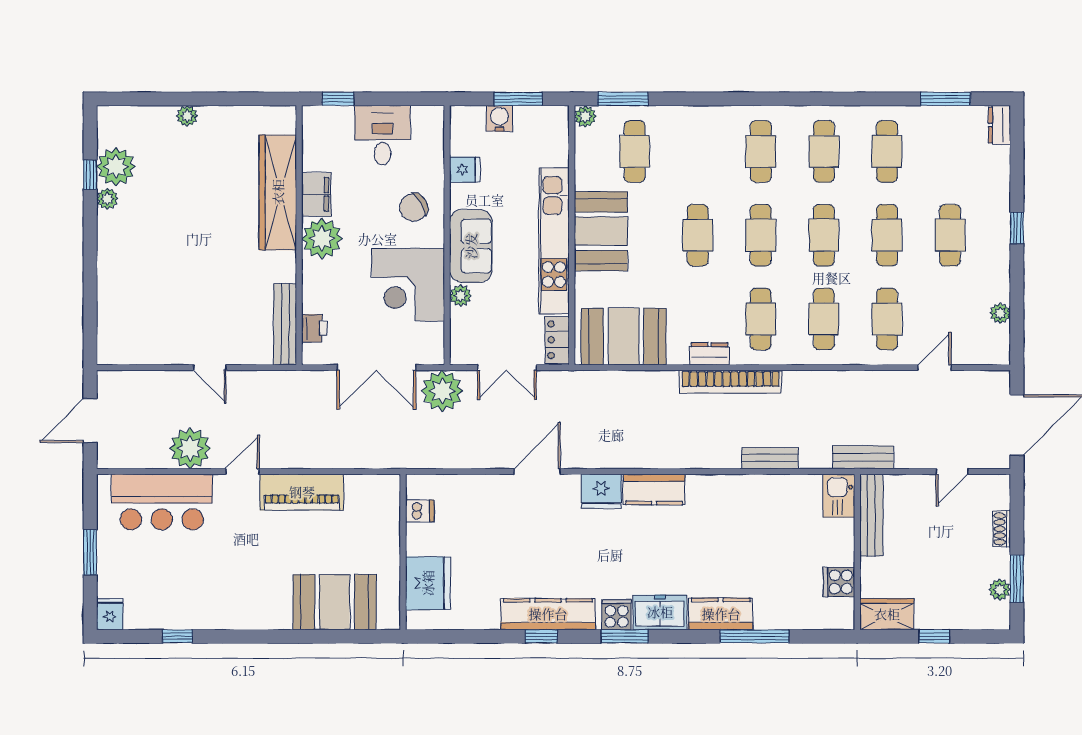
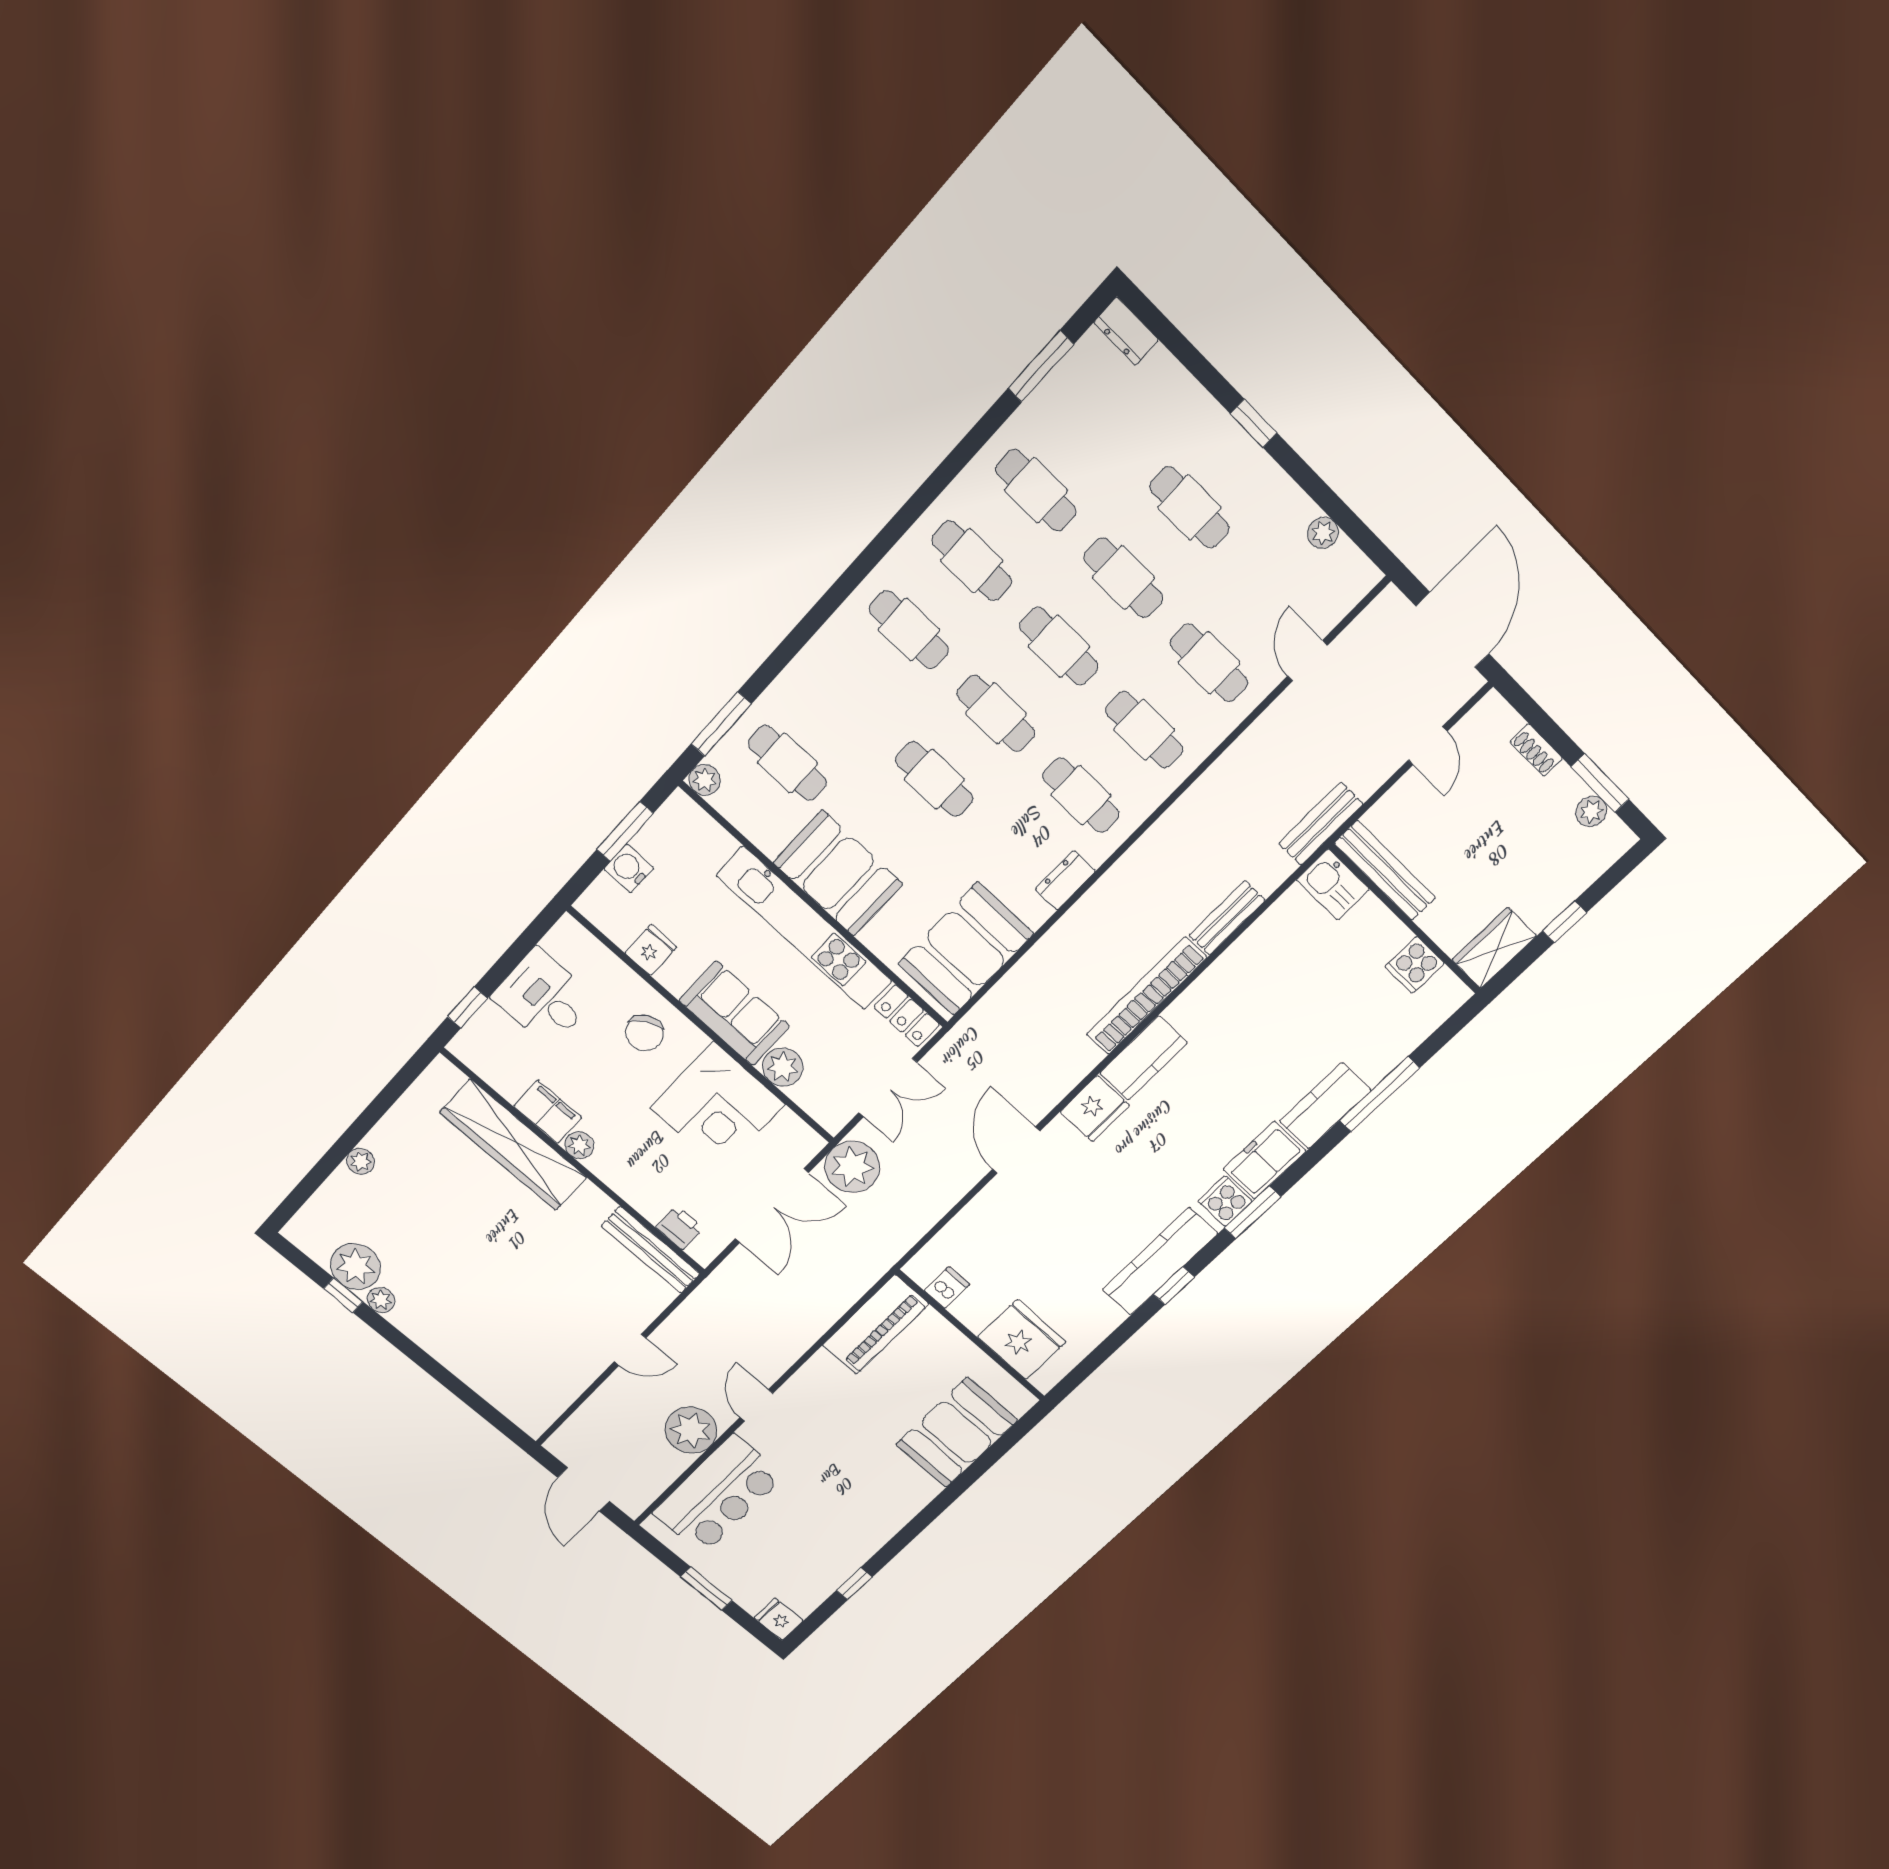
plant: (322, 238) -> (579, 1145), width x0.53, depth x0.53
plant: (461, 296) -> (783, 1067), width x1.38, depth x1.38
bookcase: (731, 382) -> (1146, 996), moved, turned 180
piano: (302, 492) -> (875, 1325), moved

